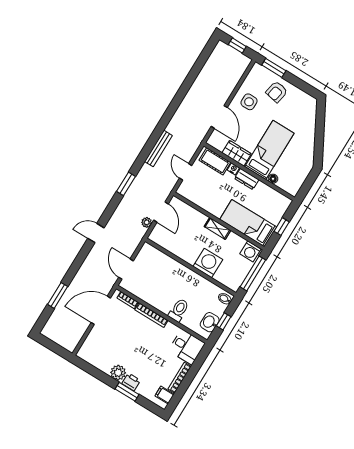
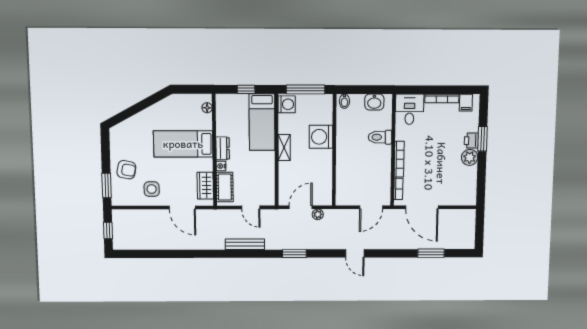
door: (219, 117) -> (182, 207), swing flipped
wardrobe: (237, 153) -> (205, 186), moved
door: (186, 172) -> (251, 207), hinge flipped
floor lamp: (273, 179) -> (207, 108), moved
window: (224, 321) -> (366, 90), removed

